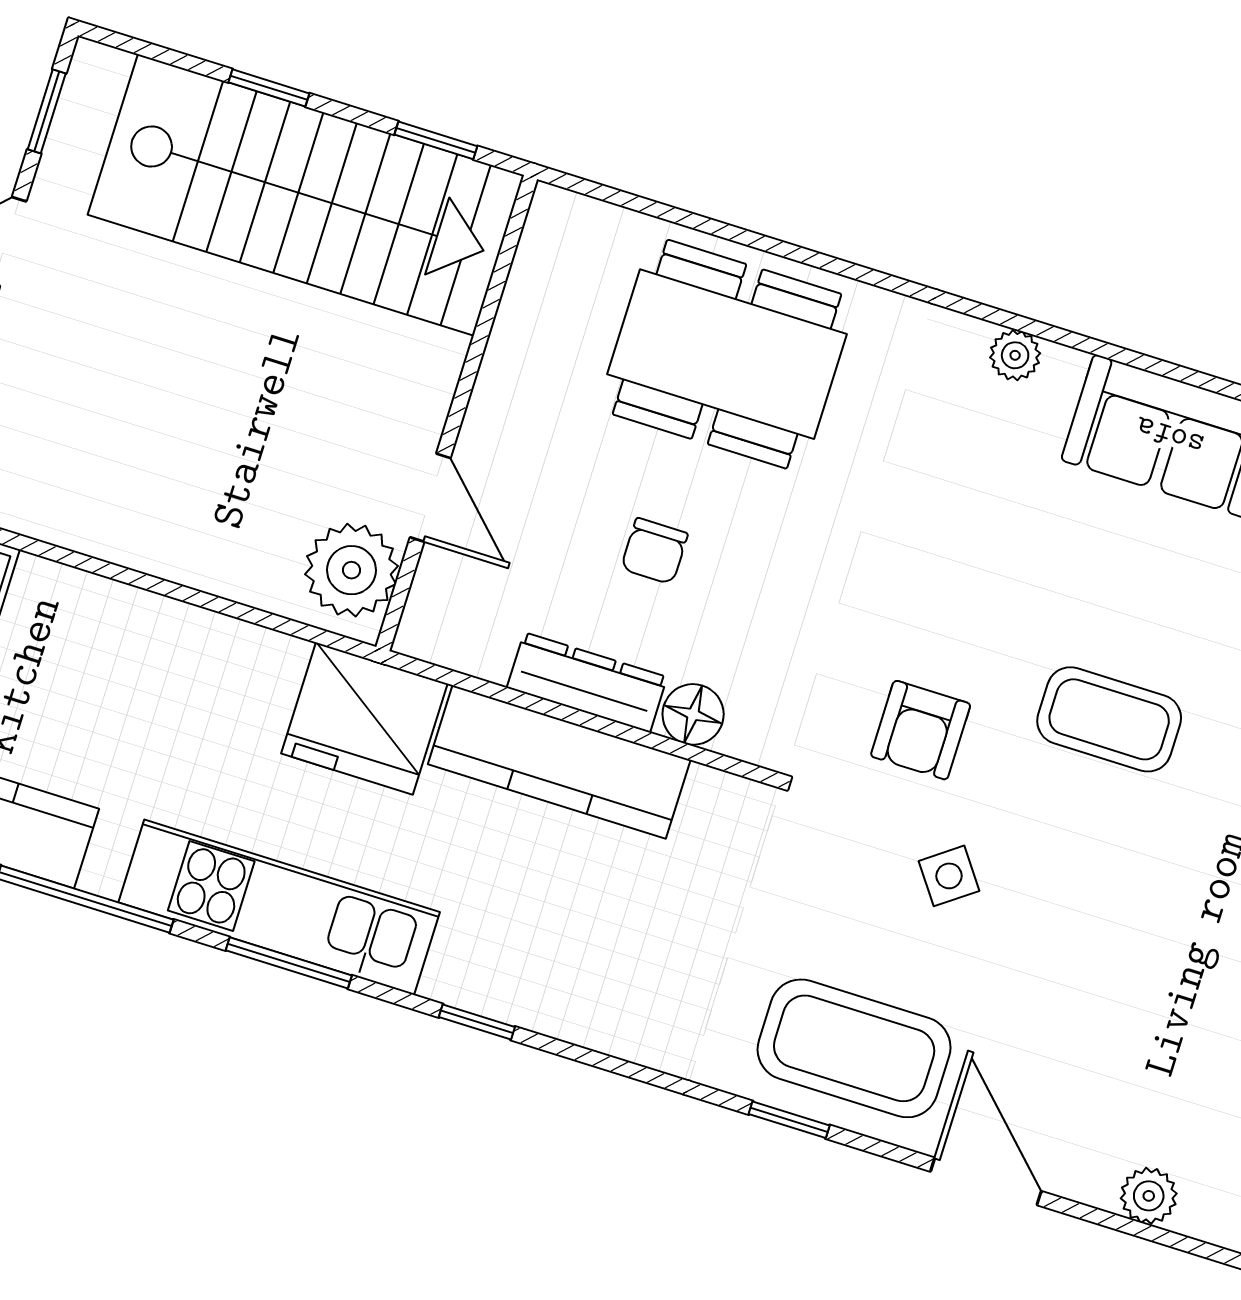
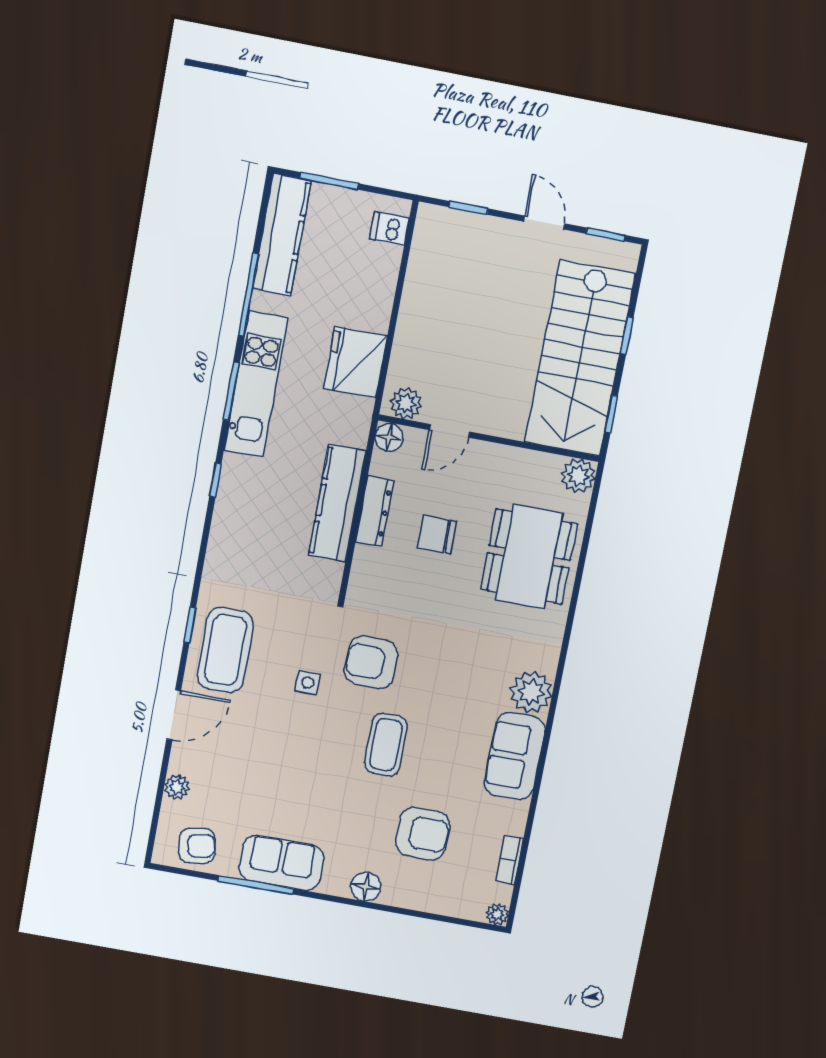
plant: (562, 227) -> (578, 476), added
plant: (1015, 355) -> (531, 692), width x1.87, depth x1.87
chair: (654, 551) -> (437, 535), width x1.37, depth x1.37
plant: (352, 570) -> (406, 403), width x0.73, depth x0.73
floor lamp: (693, 714) -> (389, 437), moved
fridge: (364, 718) -> (355, 362), moved
armchair: (921, 730) -> (371, 662), width x1.38, depth x1.38
side table: (949, 876) -> (308, 683), turned 36

